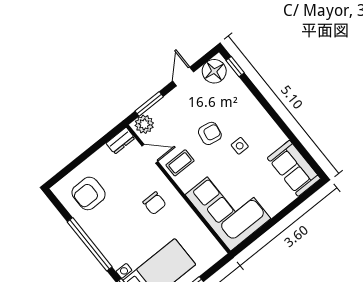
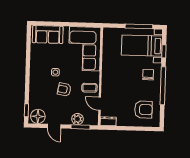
door: (183, 76) -> (54, 126), hinge flipped
plant: (144, 124) -> (77, 119), moved
sofa: (294, 168) -> (48, 34), moved, turned 90
chair: (154, 203) -> (148, 75), moved

